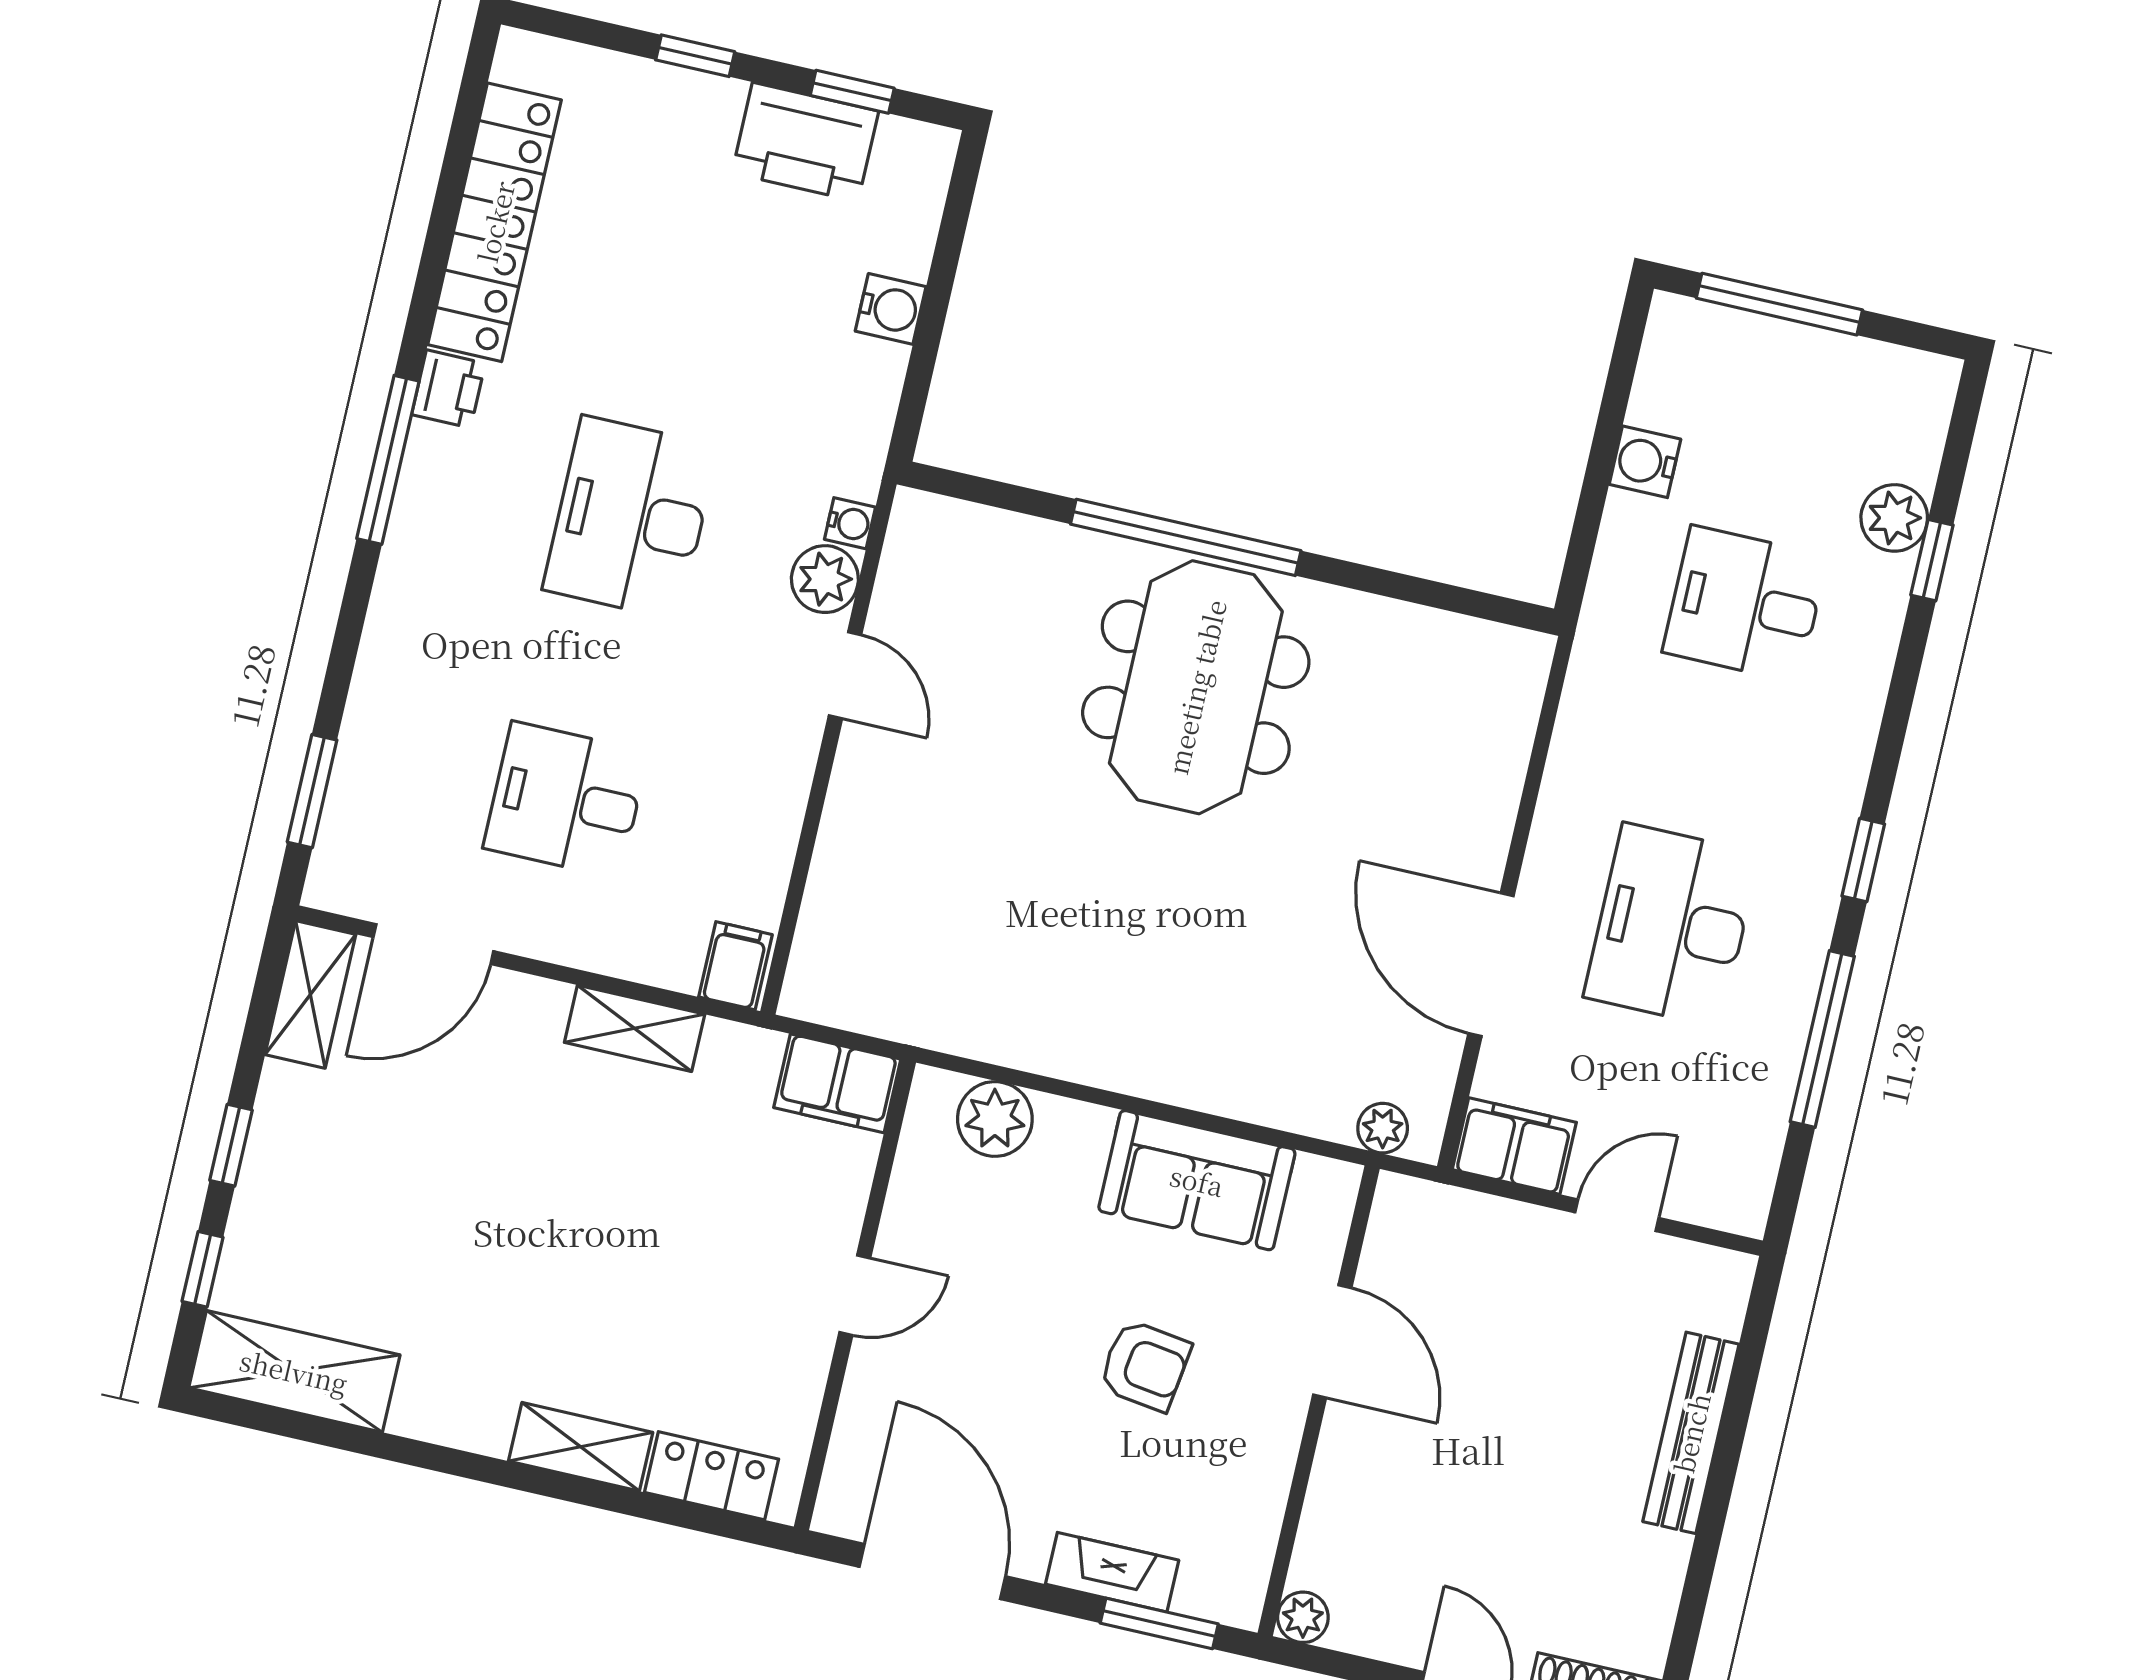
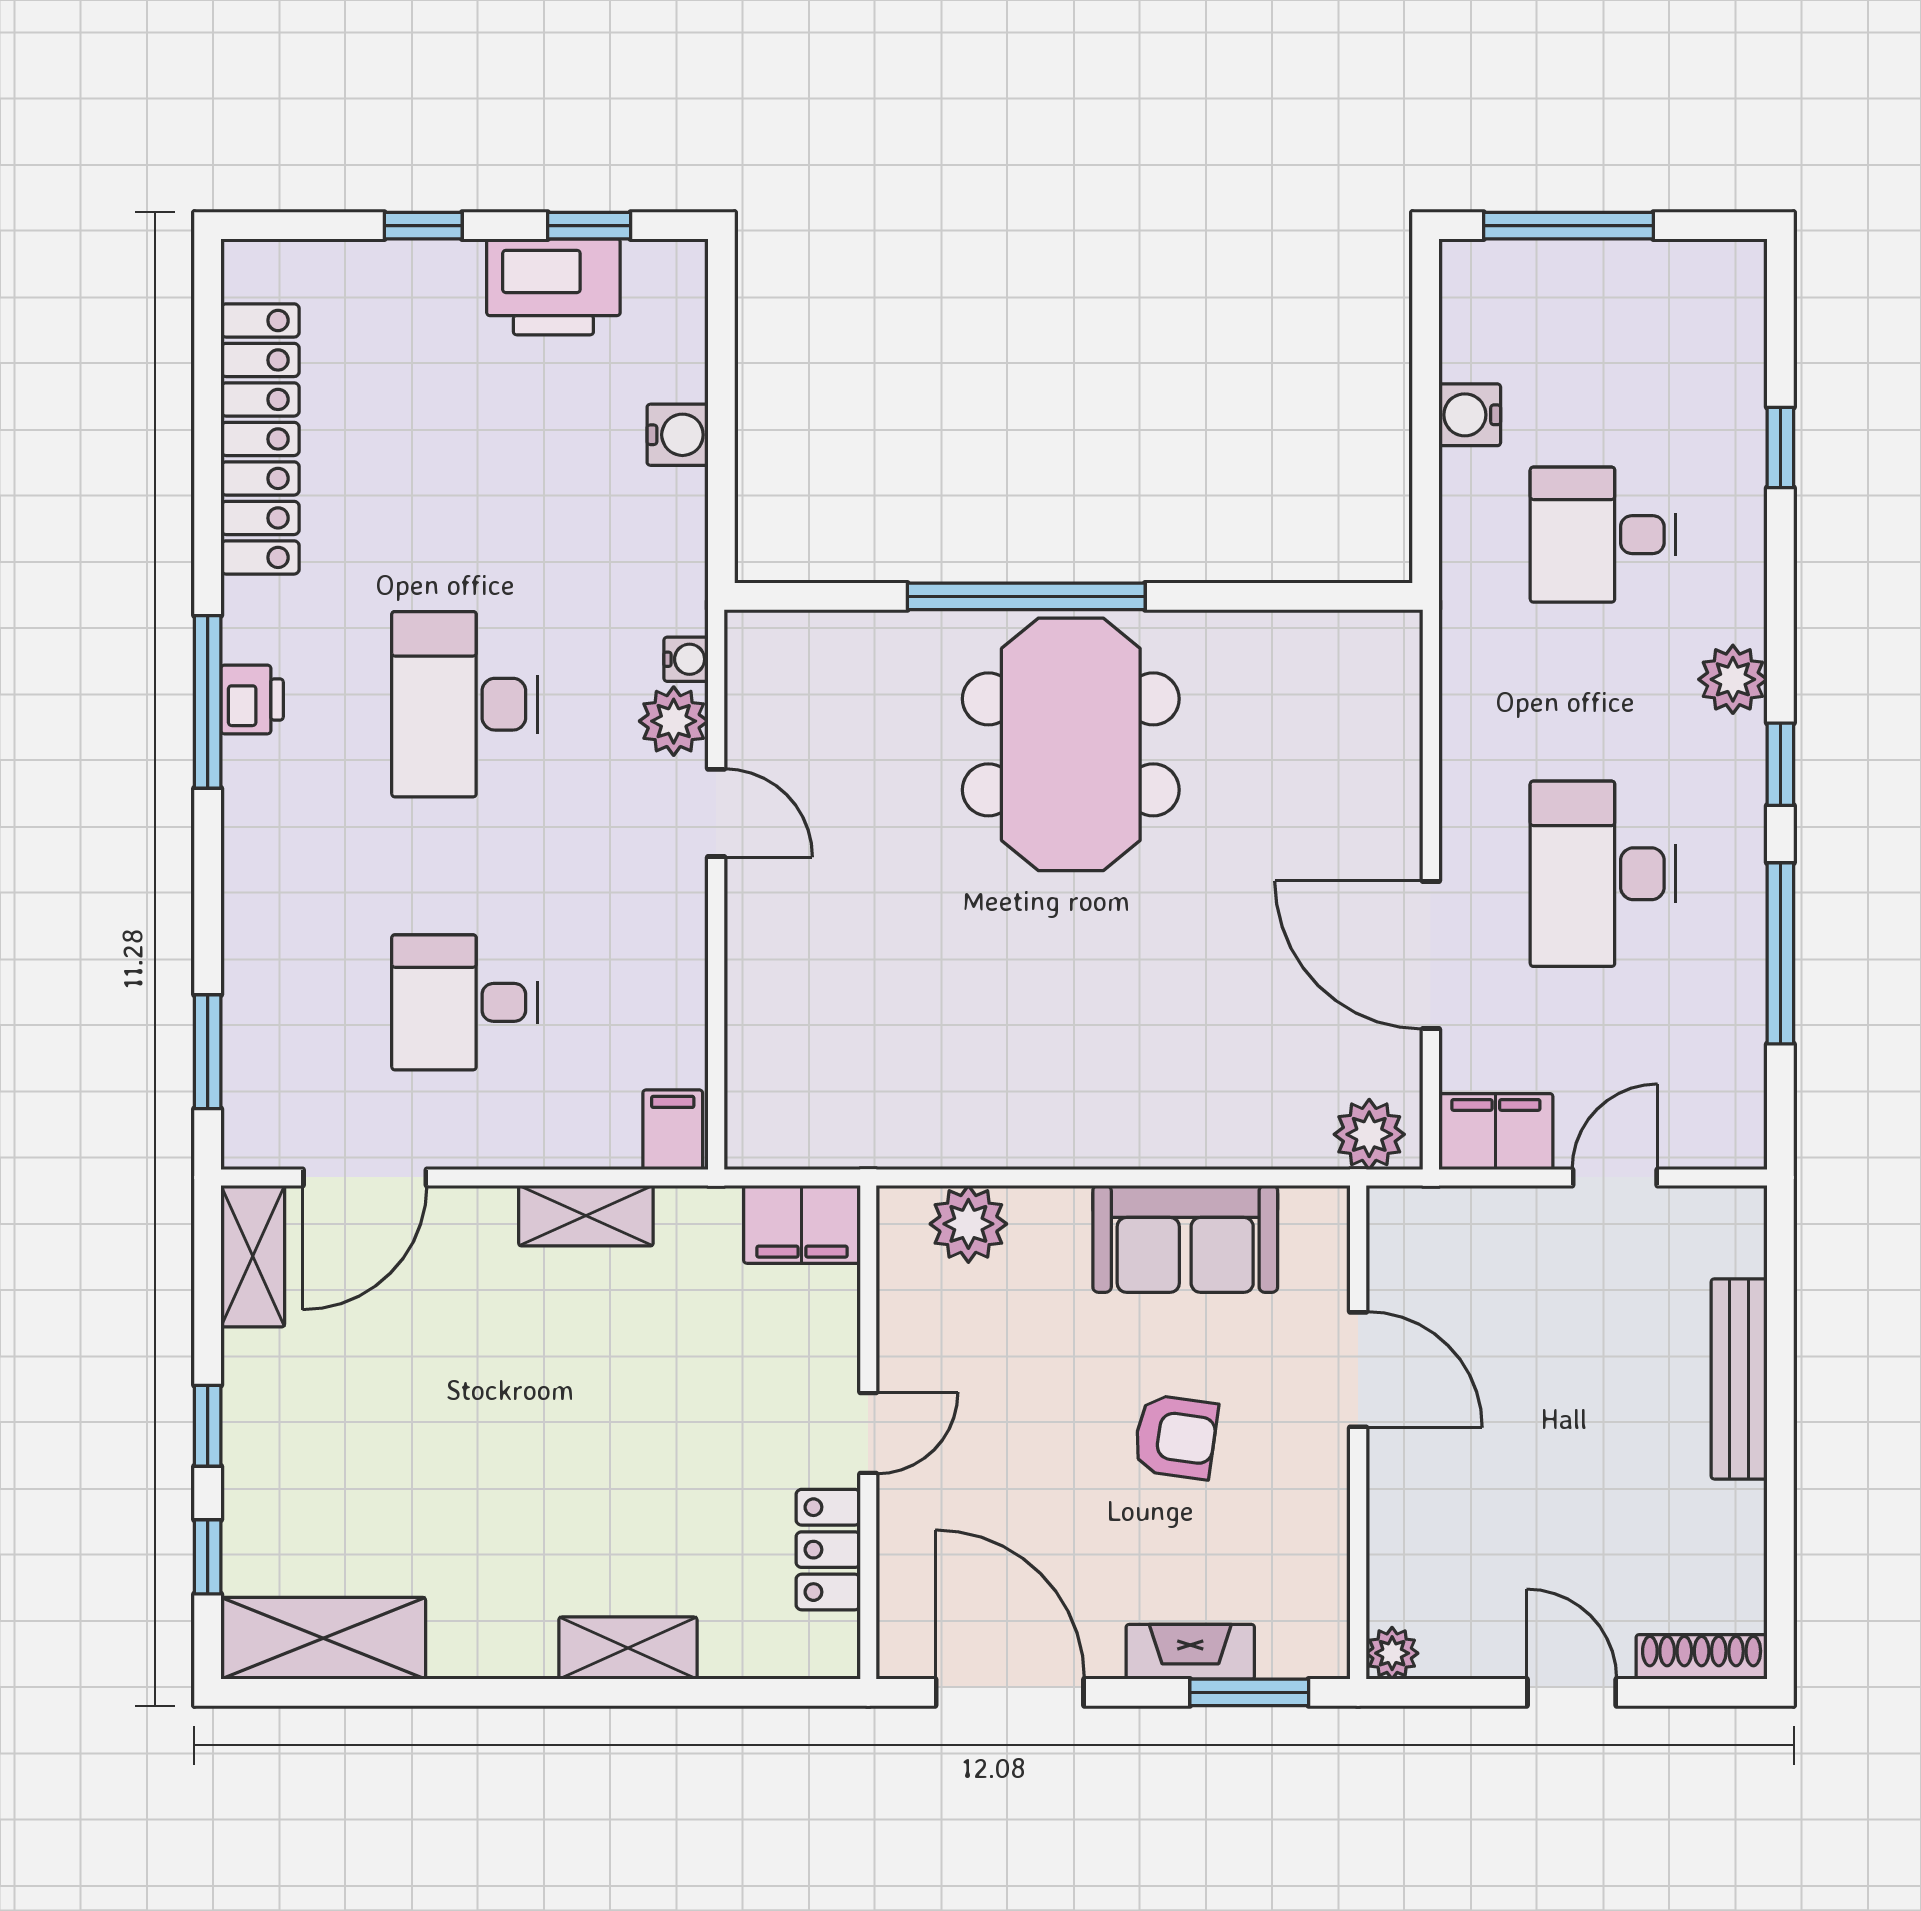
printer: (448, 389) -> (252, 699), moved
plant: (1894, 518) -> (1733, 679), moved
plant: (1383, 1128) -> (1369, 1134), width x1.38, depth x1.38
locker: (711, 1476) -> (828, 1550), moved, turned -90

